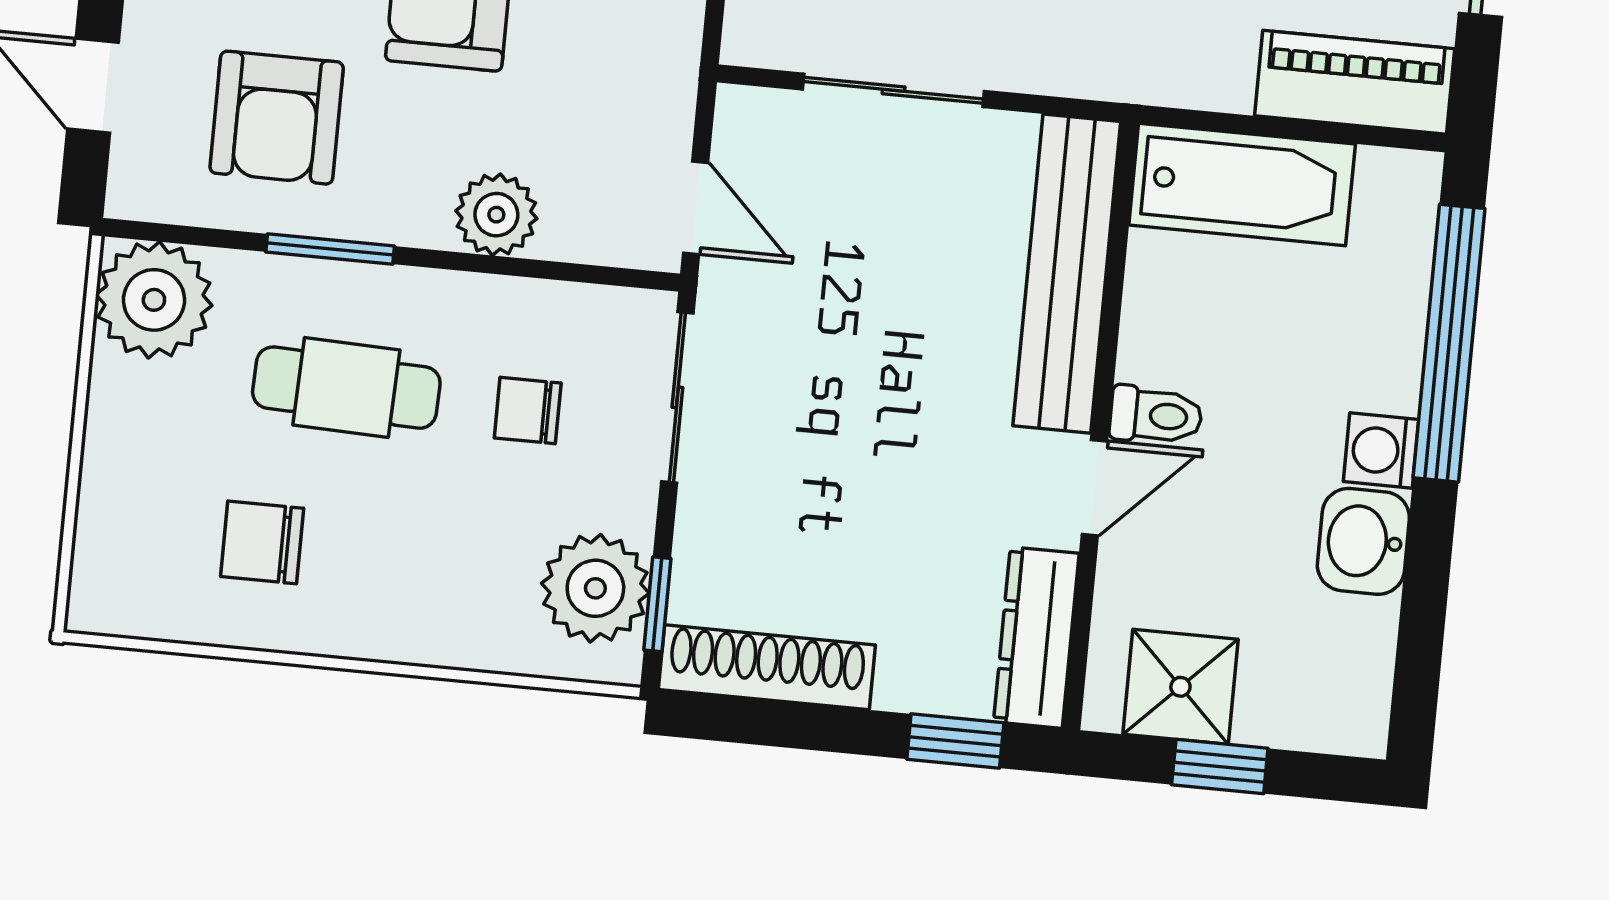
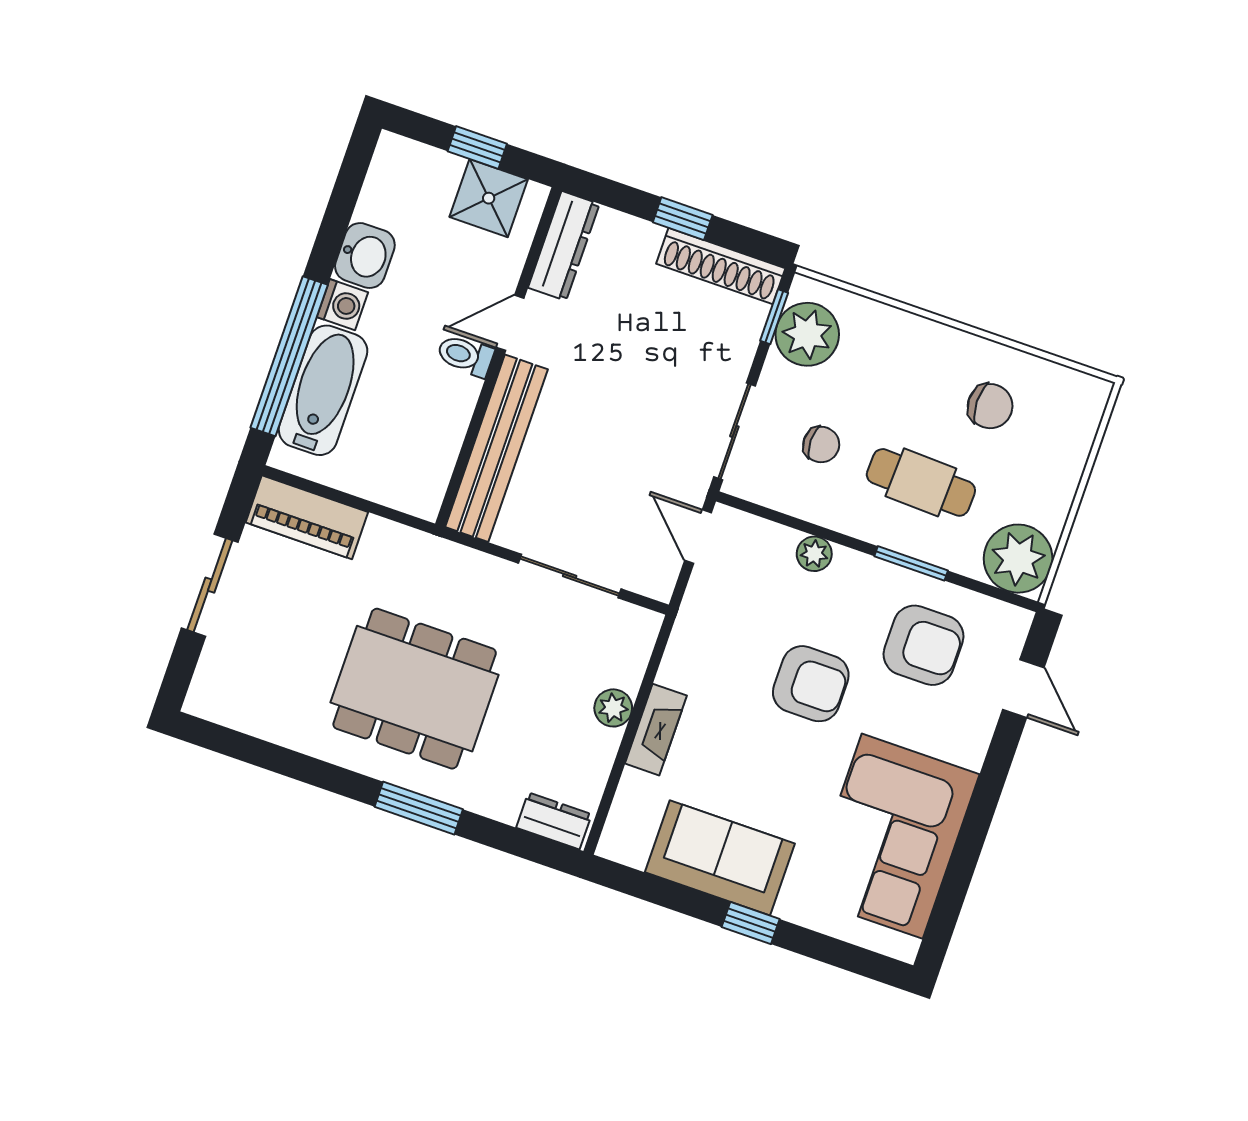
armchair: (277, 118) -> (923, 645), turned 90
bathtub: (1242, 184) -> (323, 390), moved, turned 90
plant: (496, 215) -> (814, 554), width x0.73, depth x0.73
window: (955, 741) -> (683, 219), moved

